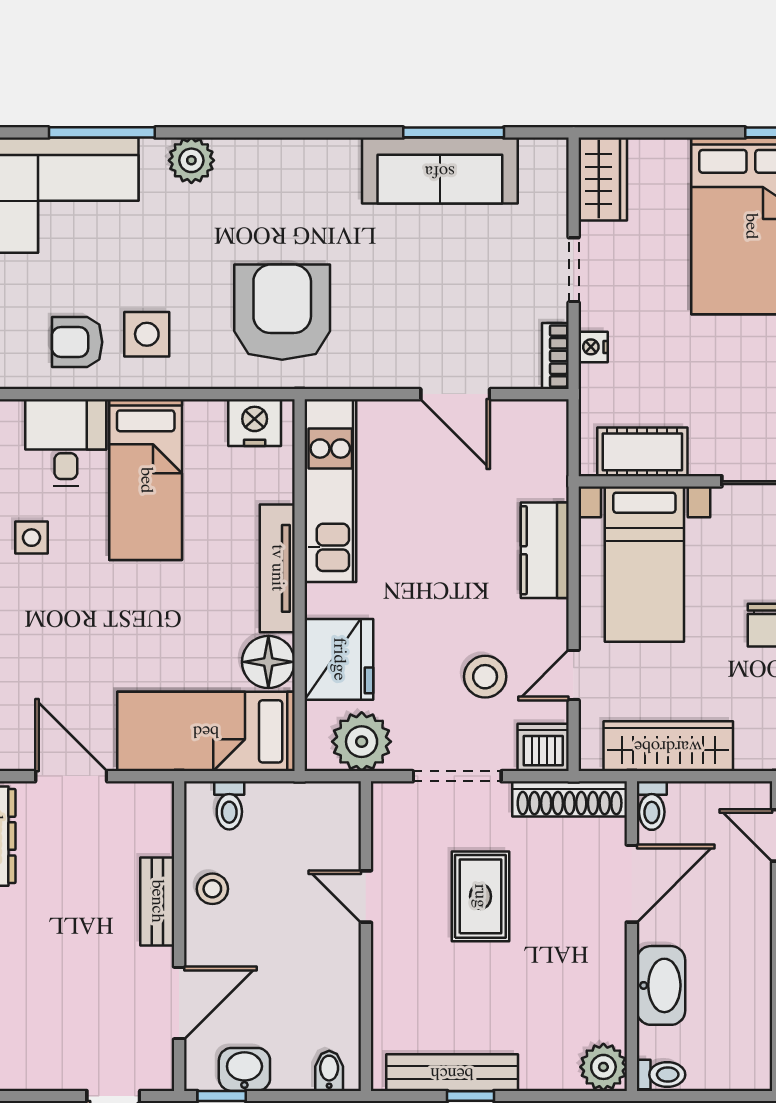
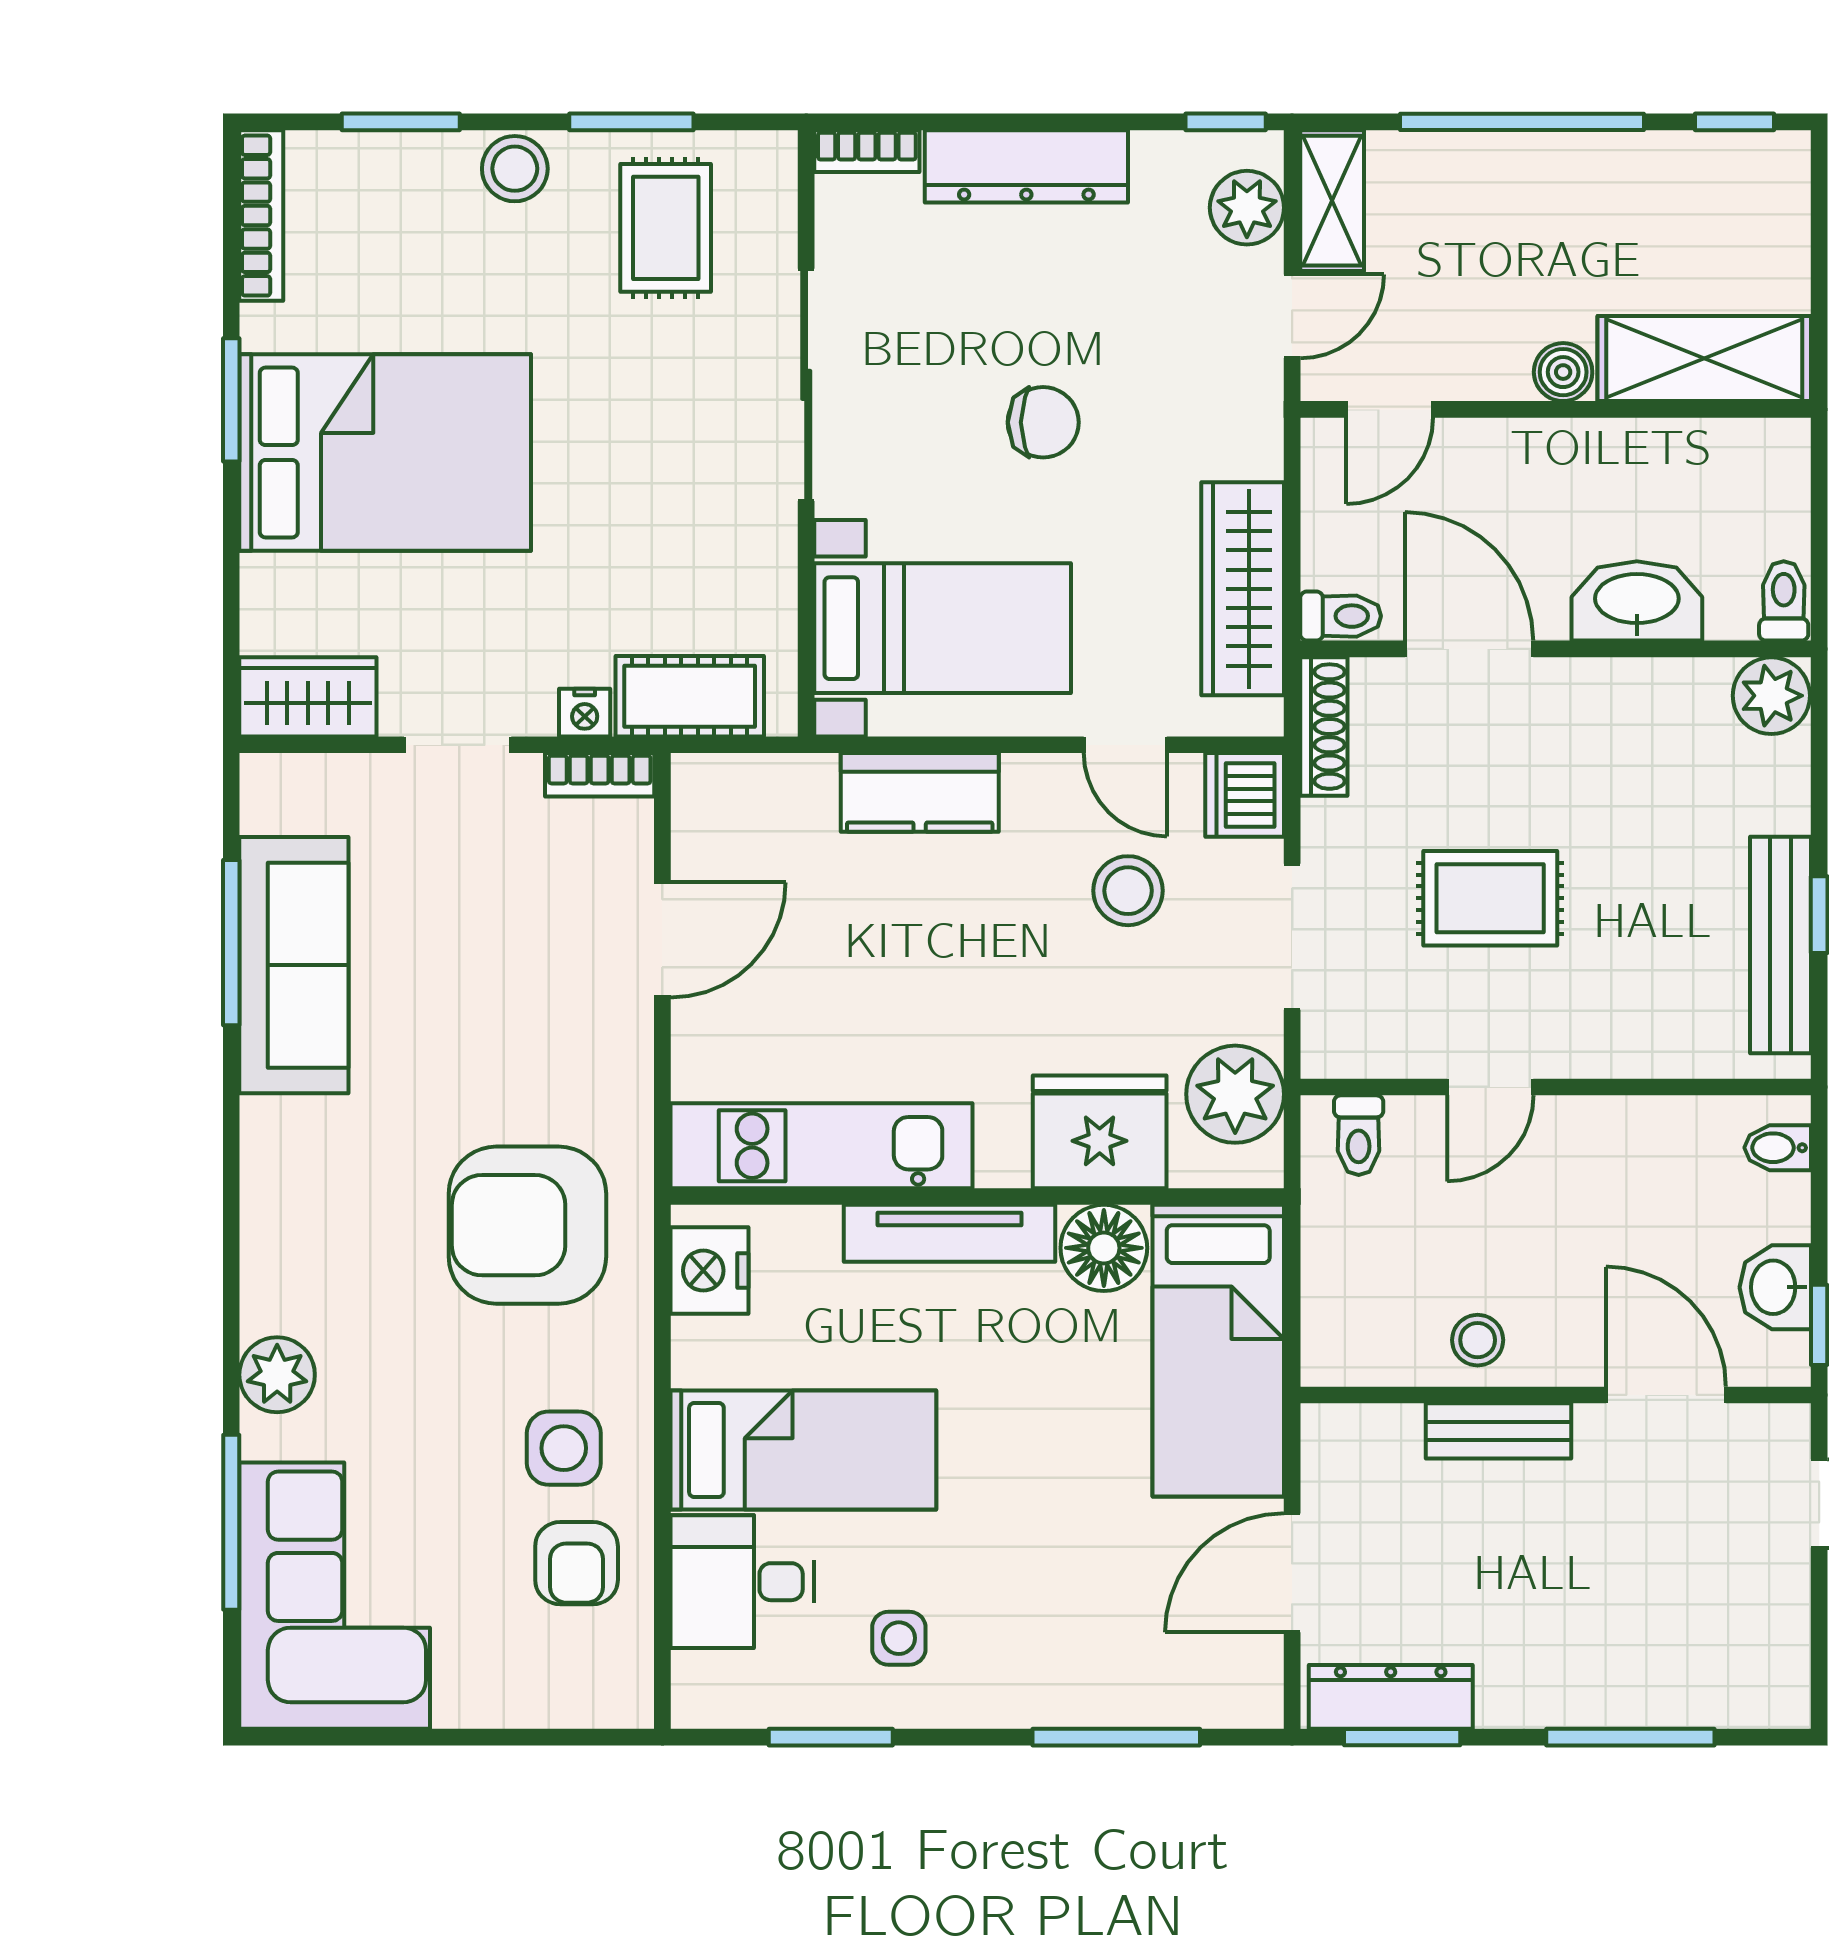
cot: (642, 452) -> (690, 696), moved, turned 90
shoe rack: (570, 799) -> (1324, 727), width x0.74, depth x0.81
toilet: (229, 805) -> (1359, 1135), moved, turned 90

